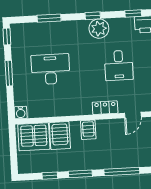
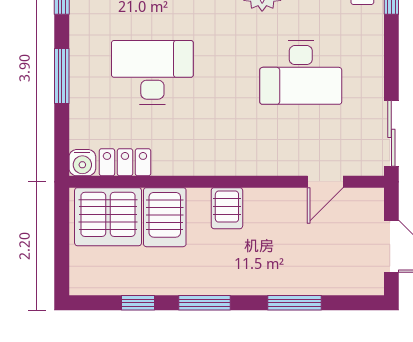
desk: (119, 65) -> (301, 72), width x1.37
locker: (105, 108) -> (125, 162), moved
window: (122, 172) -> (295, 303), width x0.69

